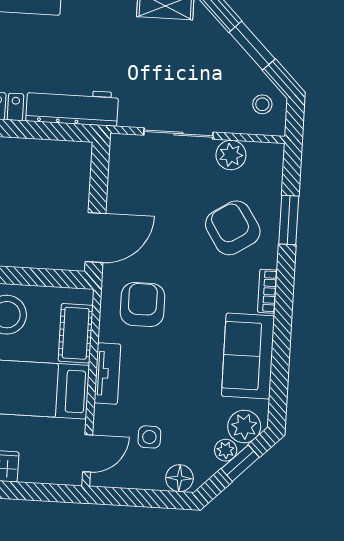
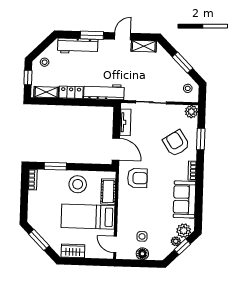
plant: (231, 155) -> (191, 112), moved
door: (95, 237) -> (116, 149), hinge flipped
armchair: (142, 304) -> (137, 178), turned 90
tv unit: (107, 374) -> (125, 122), moved
door: (88, 453) -> (115, 244), swing flipped
floor lamp: (179, 478) -> (142, 254), moved

